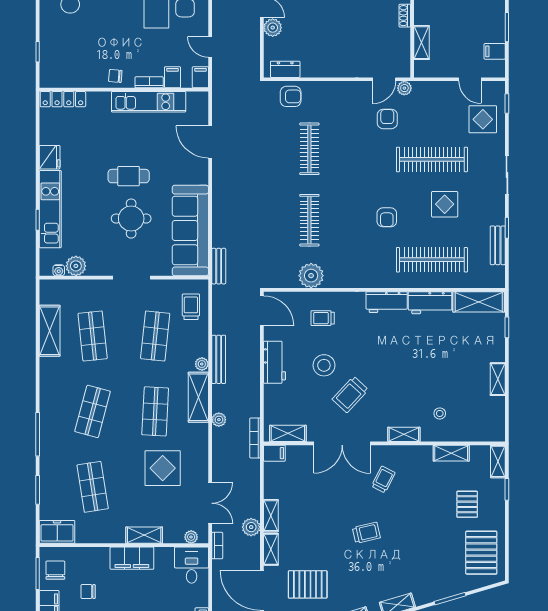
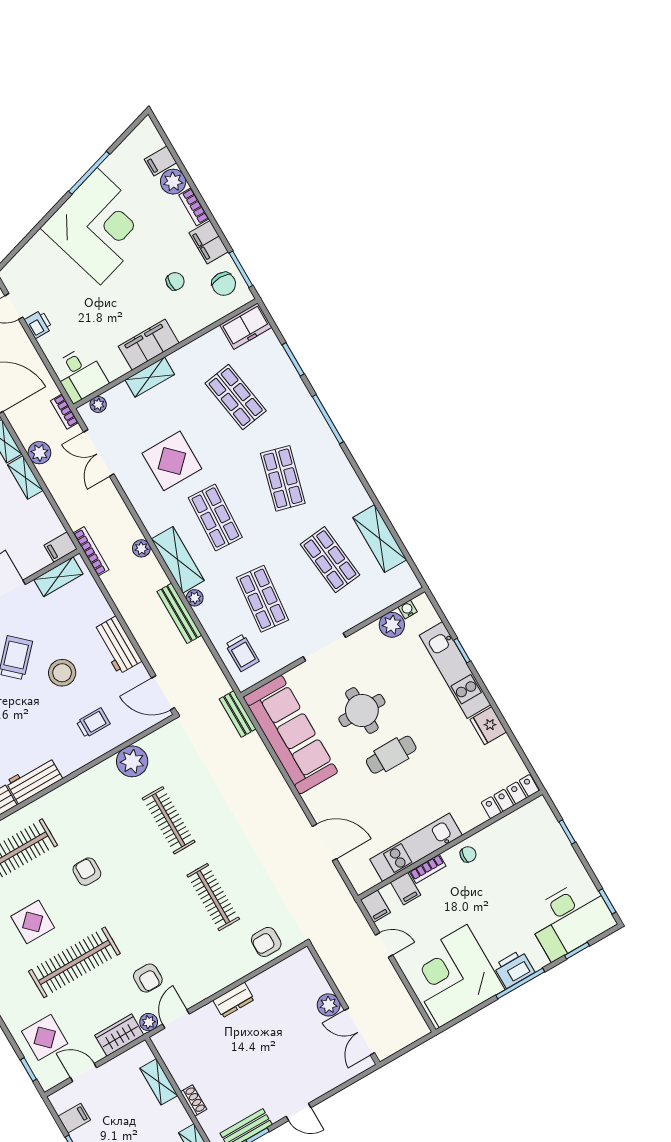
dresser: (285, 69) -> (234, 1000), moved
wardrobe: (430, 91) -> (119, 1035), added

